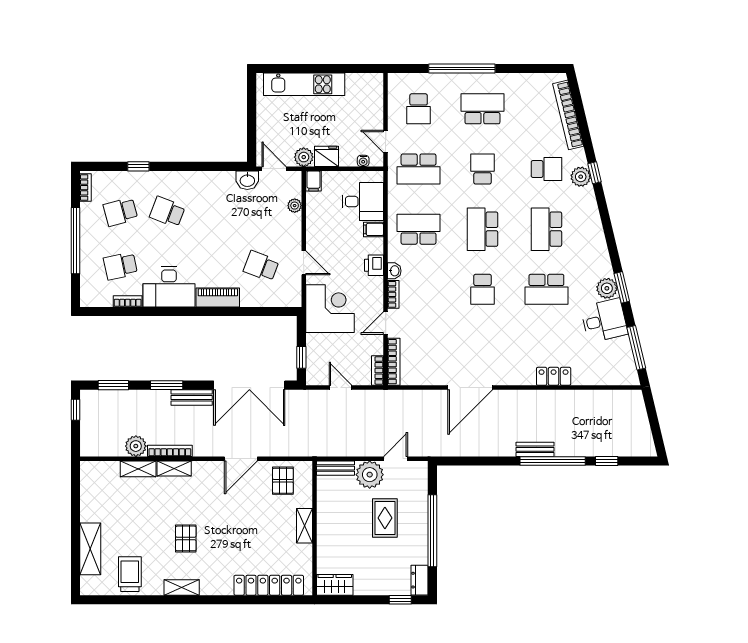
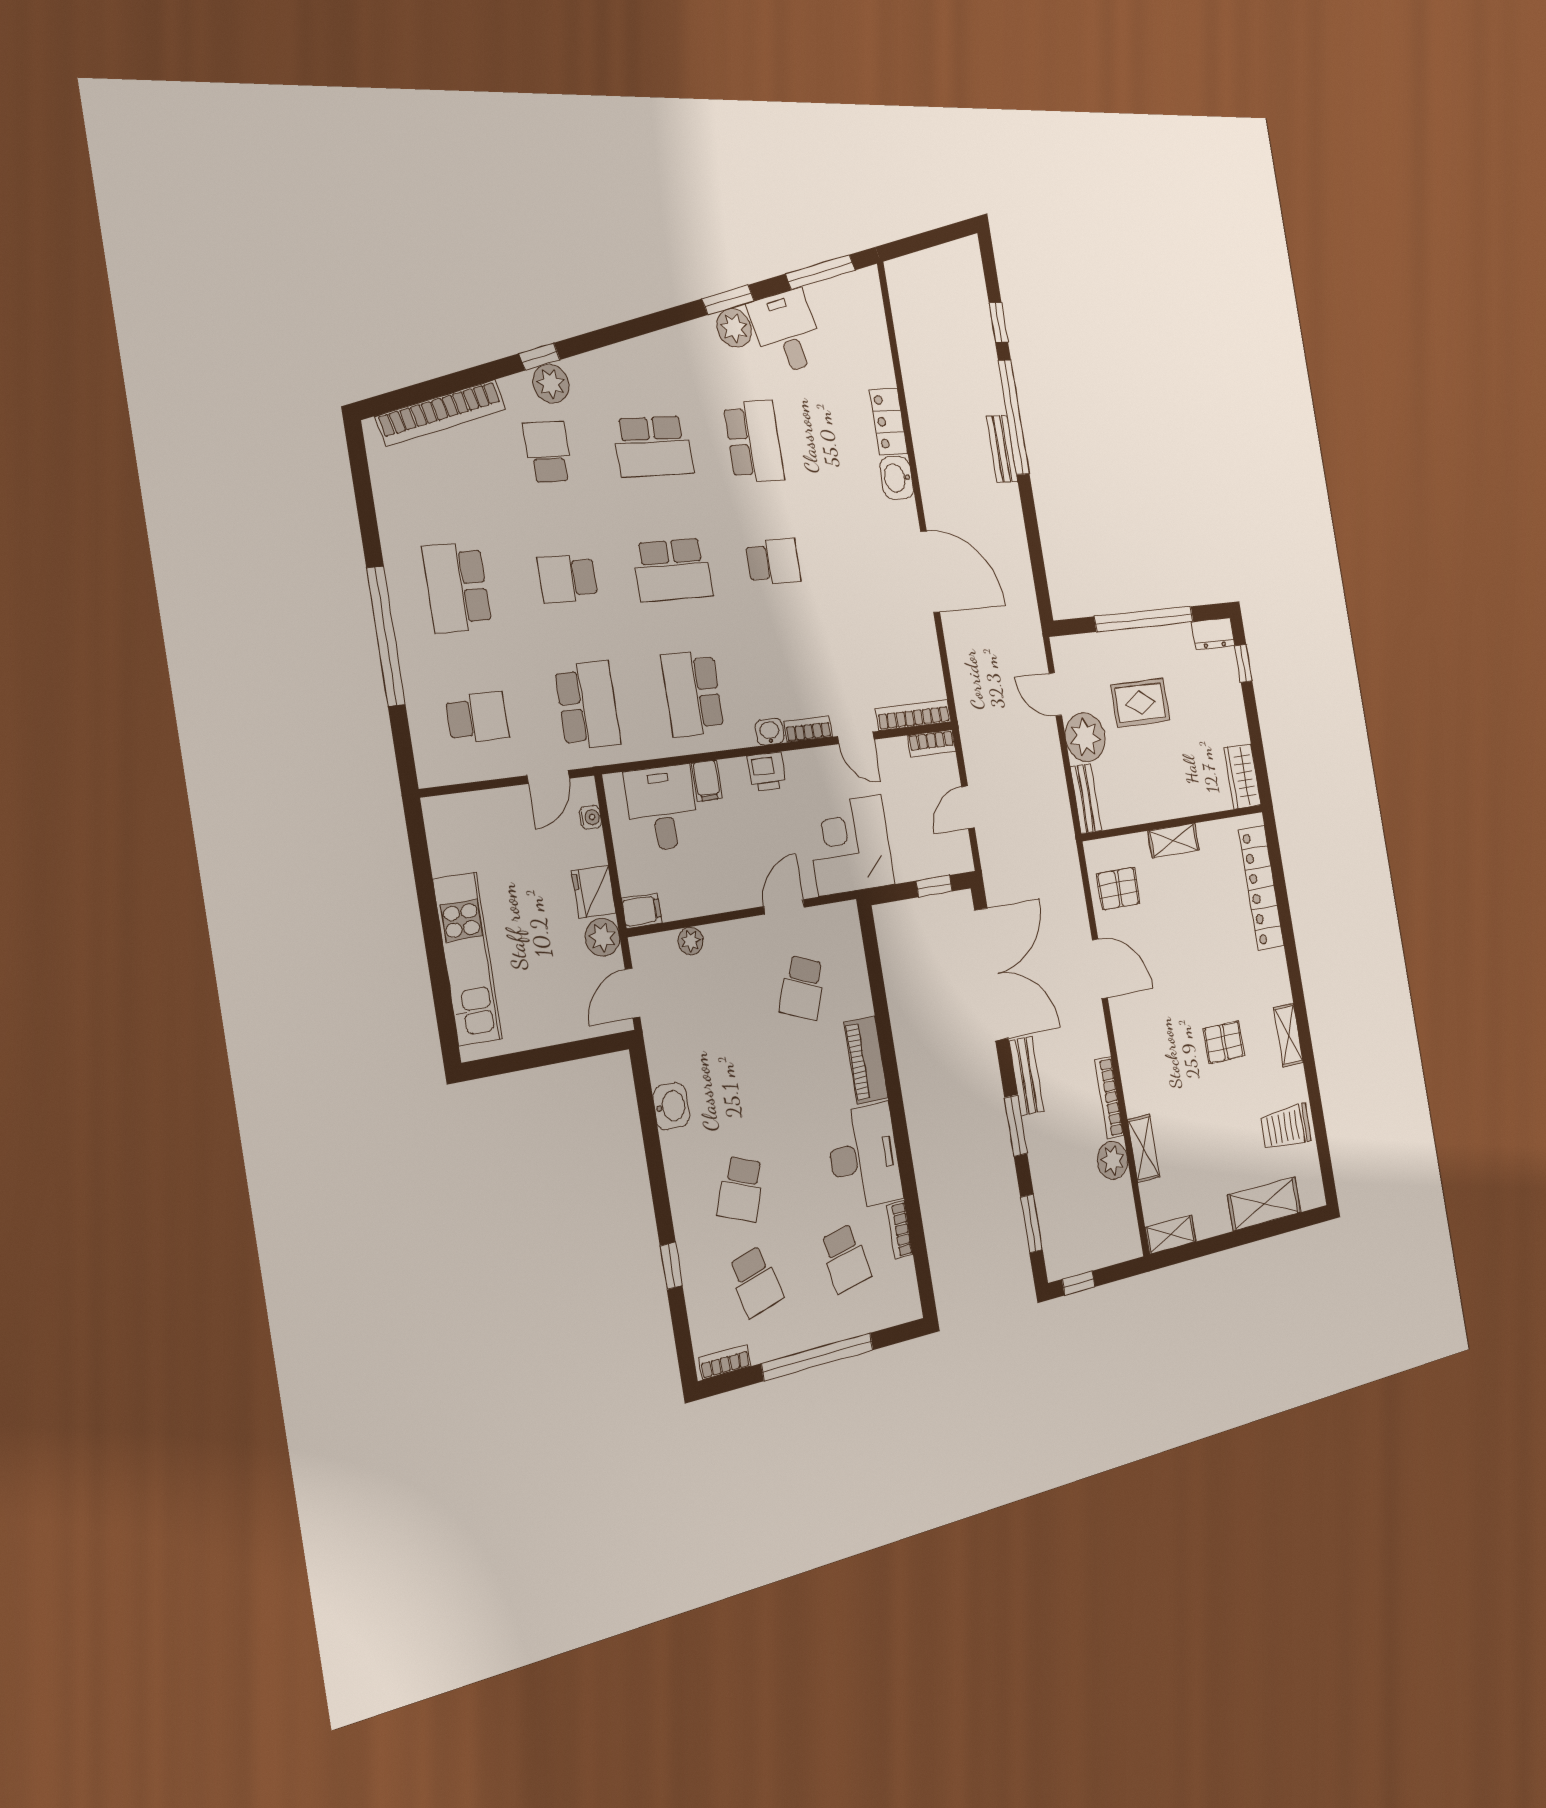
washbasin: (247, 180) -> (671, 1106), moved
washbasin: (523, 376) -> (897, 478), added
shelving: (174, 468) -> (1170, 1235), moved, turned 90

